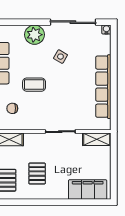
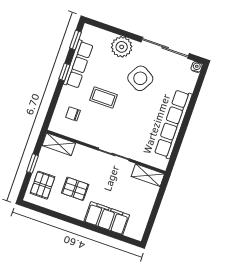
side table: (60, 57) -> (140, 78), width x1.87, depth x1.87
pallet: (37, 174) -> (75, 189), turned 90
filing cabinet: (88, 190) -> (107, 218), moved

